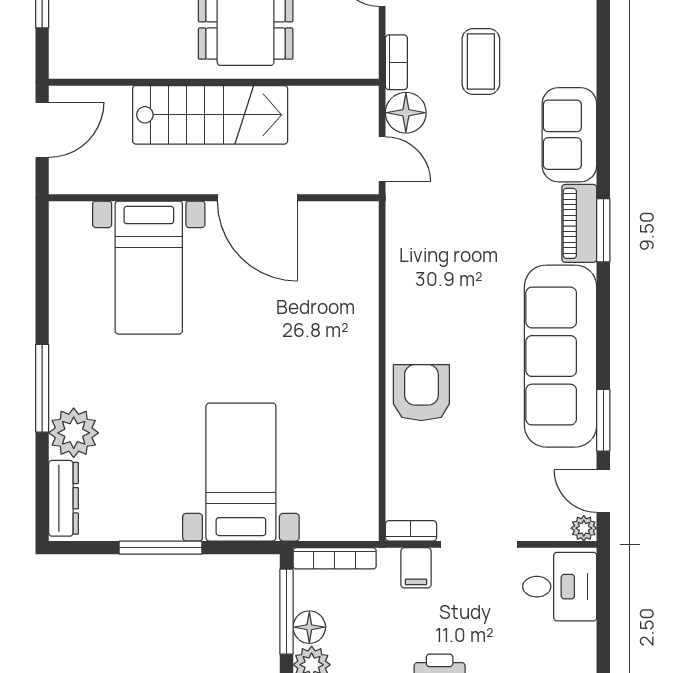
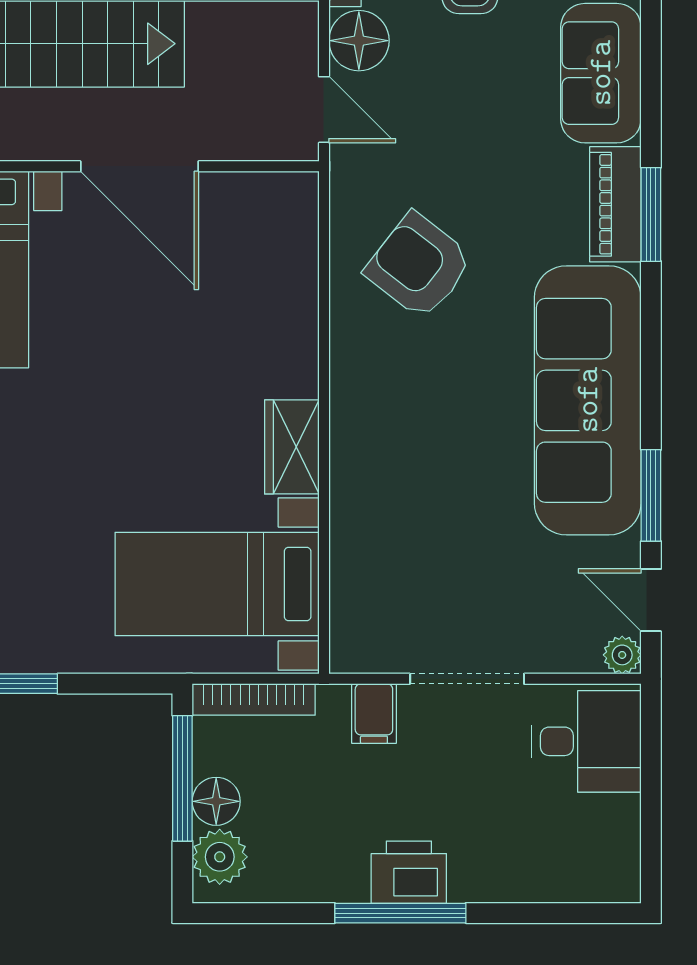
wardrobe: (360, 388) -> (292, 447), added
armchair: (421, 393) -> (419, 266), moved, turned -52
bed with nightstands: (241, 472) -> (217, 584), moved, turned -90
bookcase: (411, 531) -> (367, 659), removed

